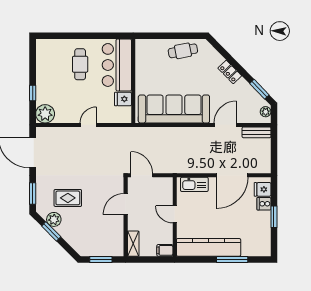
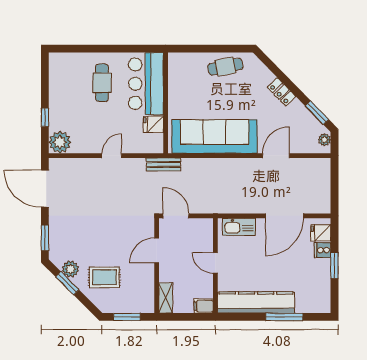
bench: (256, 132) -> (163, 164), moved
rug: (68, 198) -> (104, 277), moved

